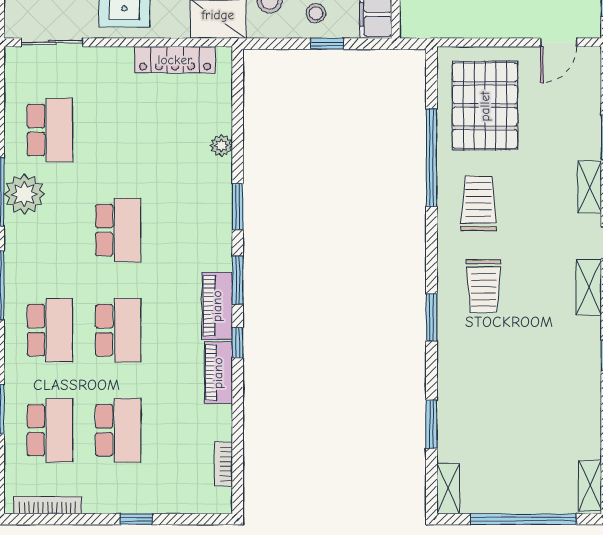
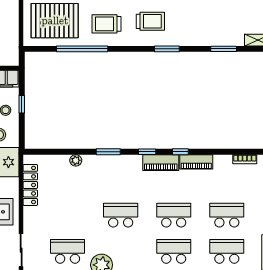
window: (238, 280) -> (147, 152), width x0.67

